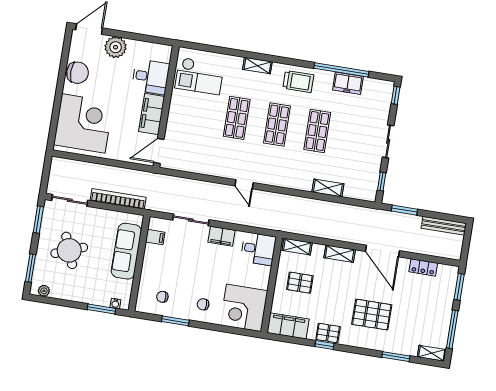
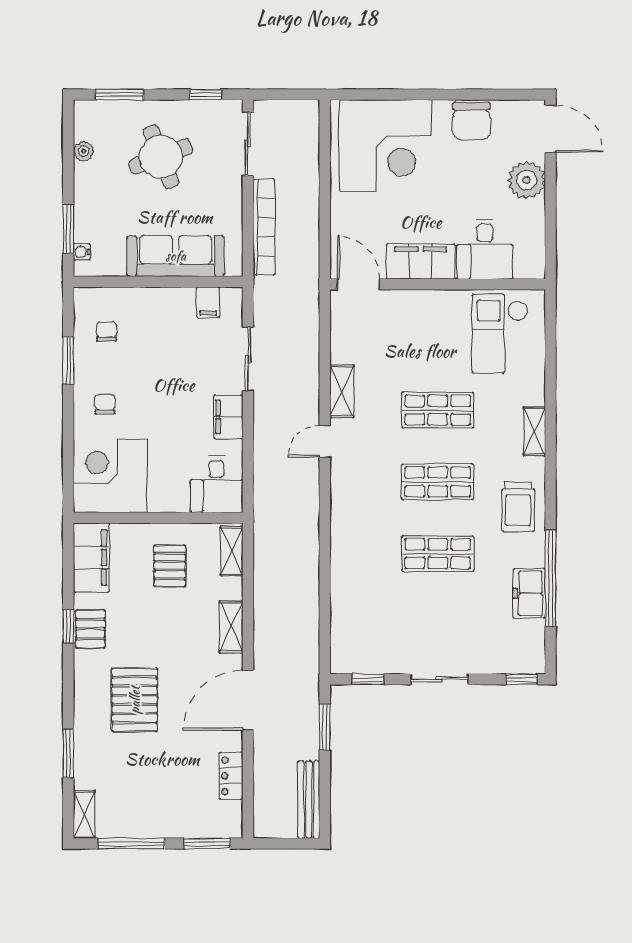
shelving: (328, 188) -> (342, 391), moved
window: (38, 220) -> (206, 95), width x0.67
plant: (44, 291) -> (84, 151), moved

